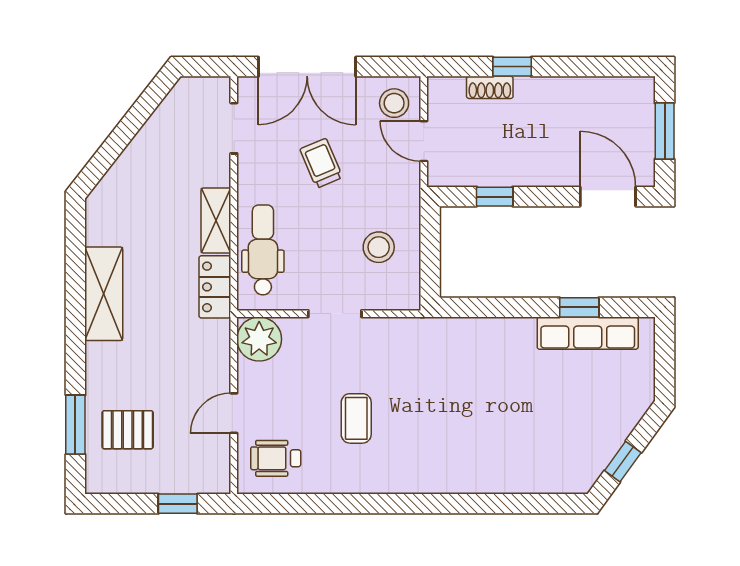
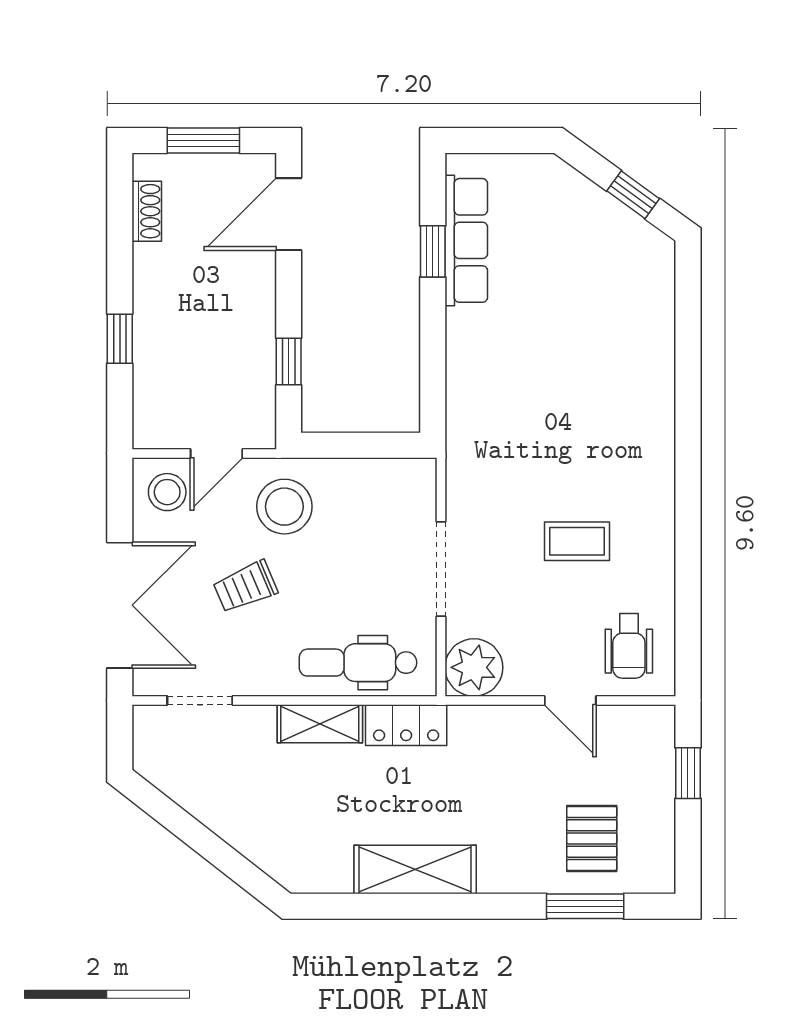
shoe rack: (490, 87) -> (147, 211), moved
stool: (379, 247) -> (284, 507), moved, width x1.38, depth x1.38
doorway: (335, 314) -> (441, 569), width x1.38

